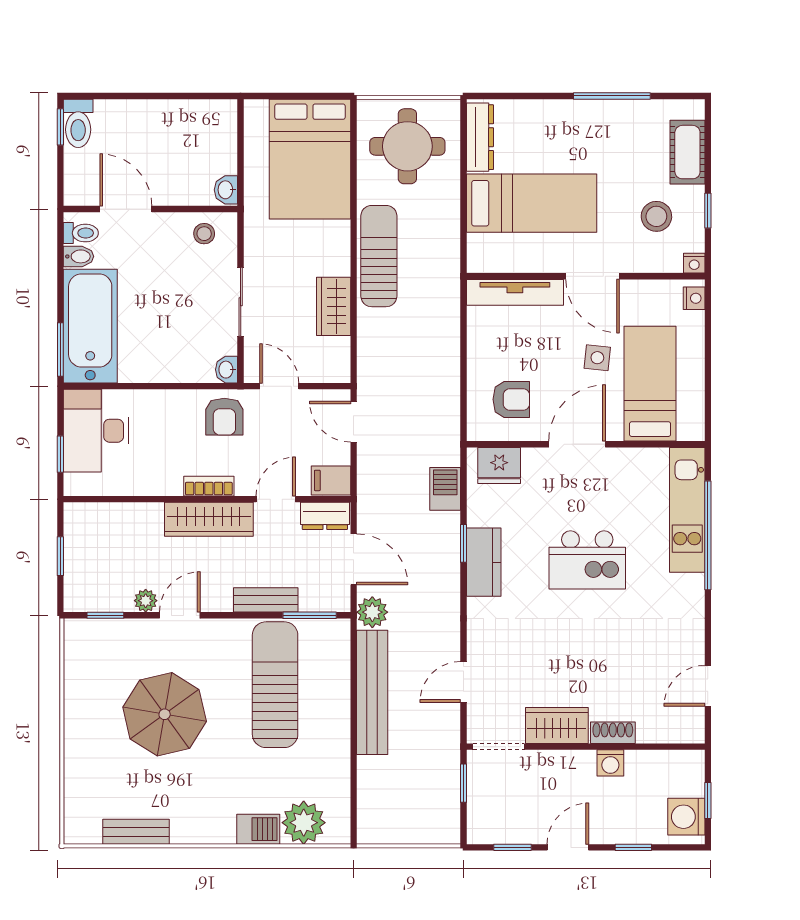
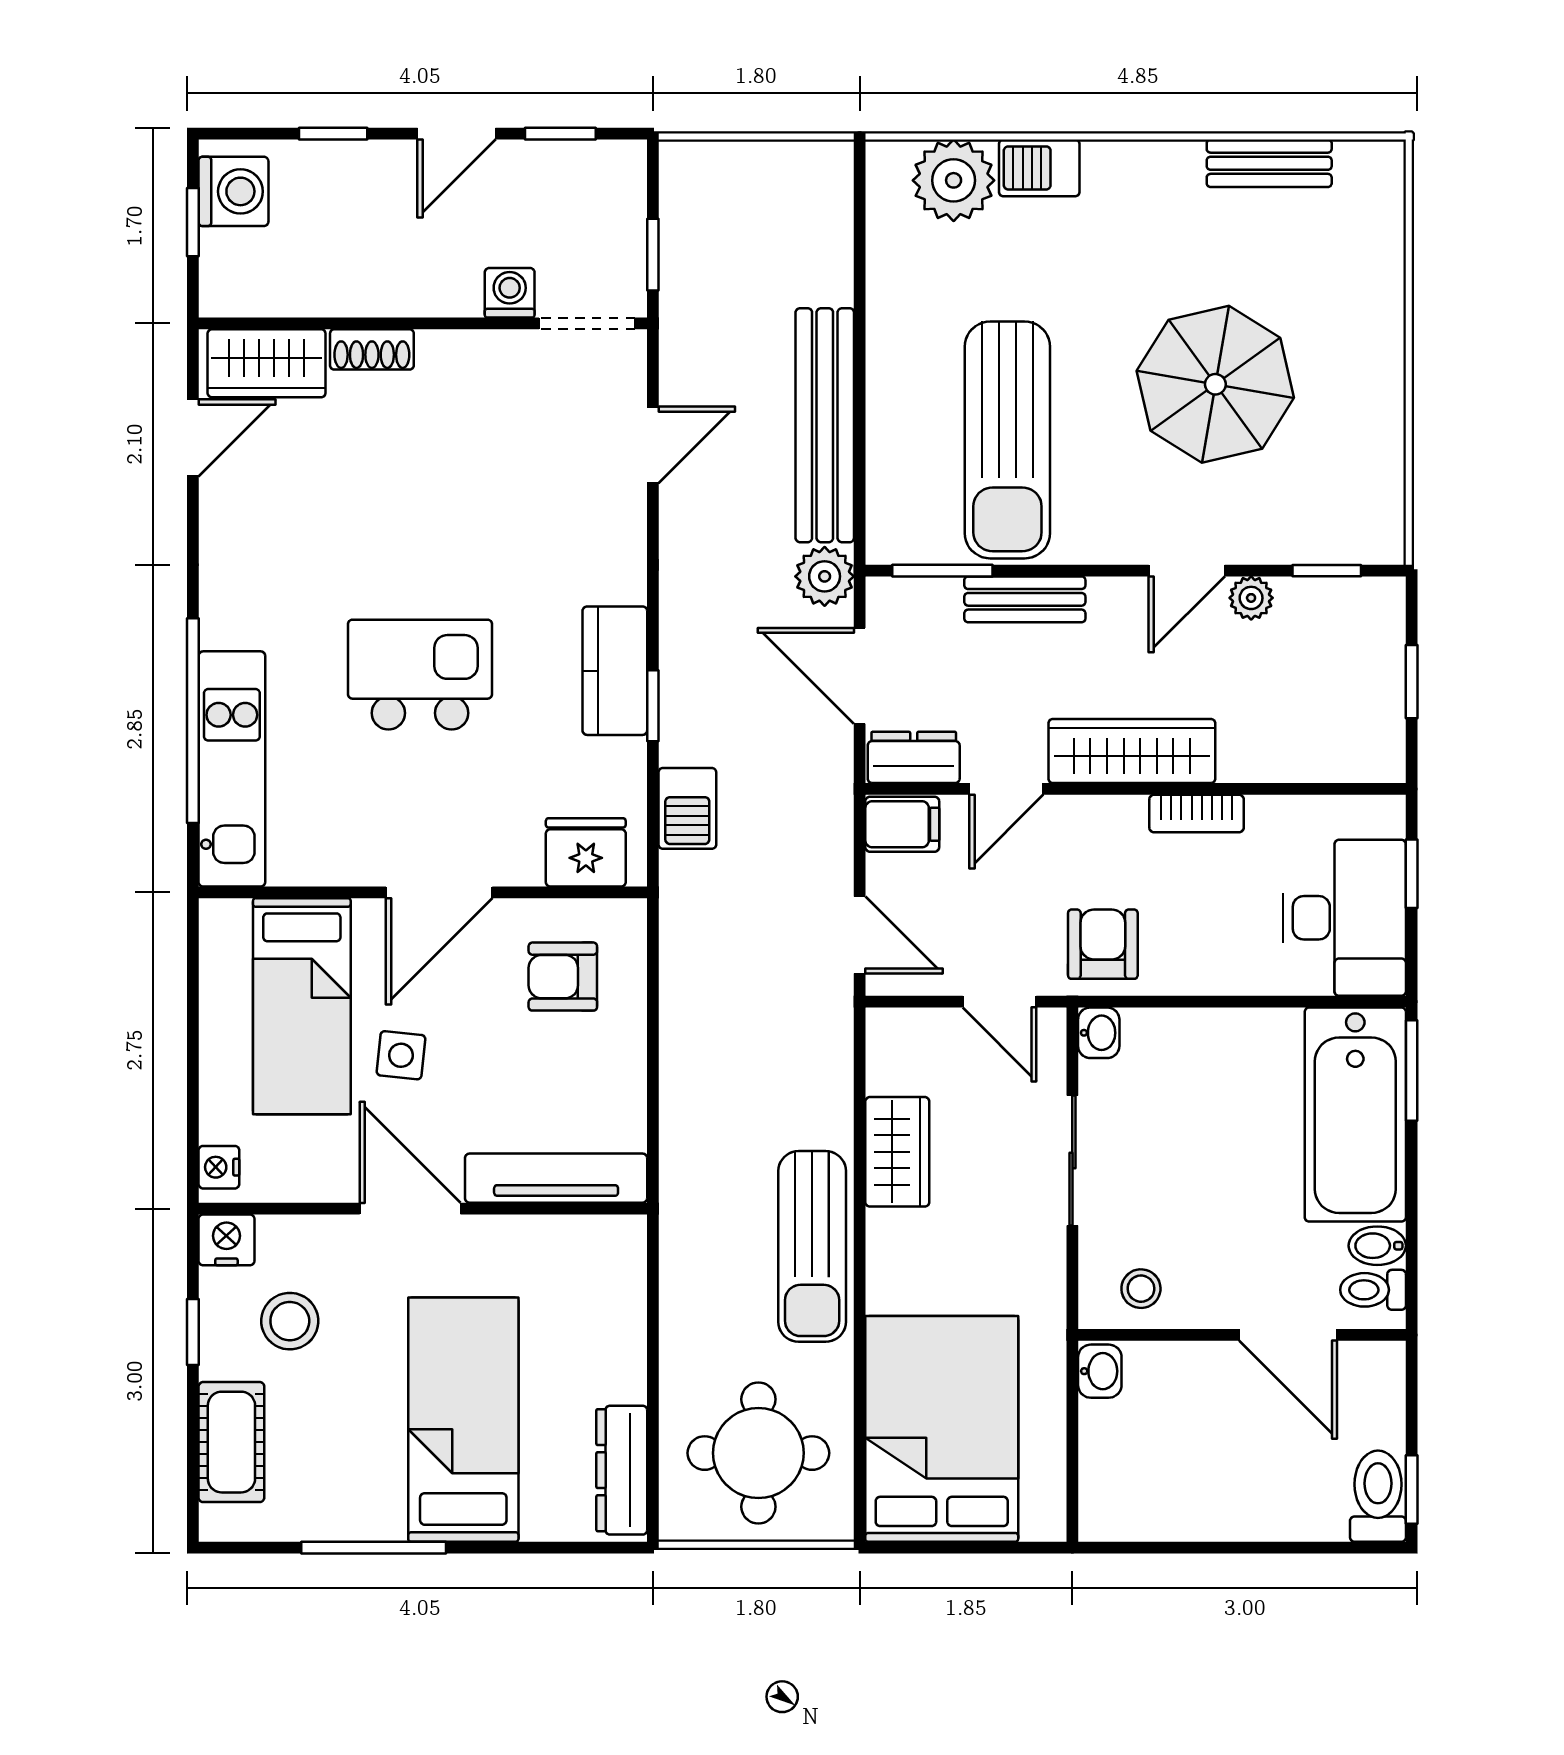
bed: (532, 203) -> (463, 1420), moved, turned 90
nightstand: (694, 263) -> (226, 1240), width x1.39, depth x1.35
bookcase: (209, 486) -> (1197, 814), moved
wardrobe: (557, 725) -> (267, 363), moved
washing machine: (610, 763) -> (510, 293), moved

